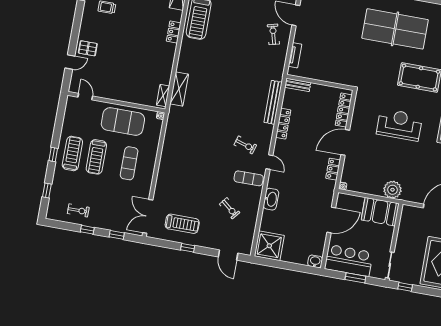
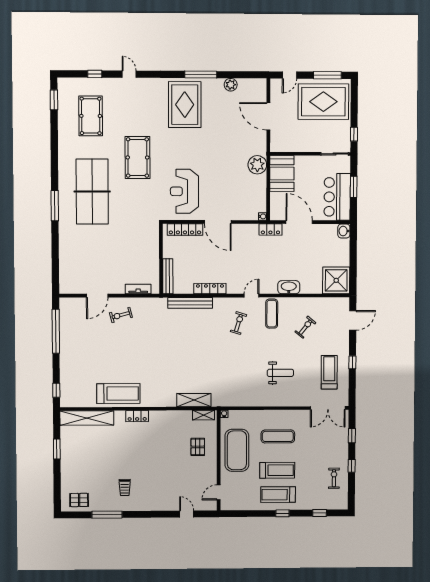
pallet: (88, 48) -> (198, 447), moved
bench: (298, 85) -> (168, 276), width x1.36
reception desk: (399, 125) -> (184, 191), moved
locker: (333, 169) -> (270, 229), moved
weight bench: (190, 177) -> (280, 373), added

